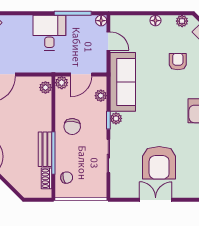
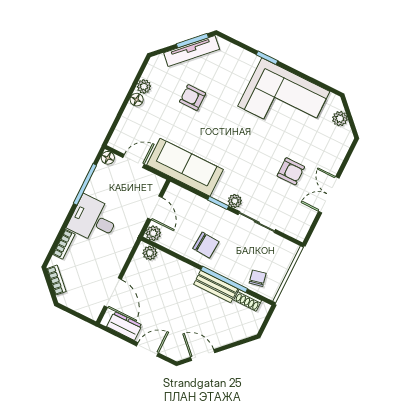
bookcase: (20, 20) -> (64, 244), added
plant: (182, 21) -> (144, 86), moved
plant: (101, 96) -> (188, 198), removed
plant: (116, 118) -> (235, 201), moved
armchair: (159, 163) -> (291, 171), width x0.53, depth x0.53

